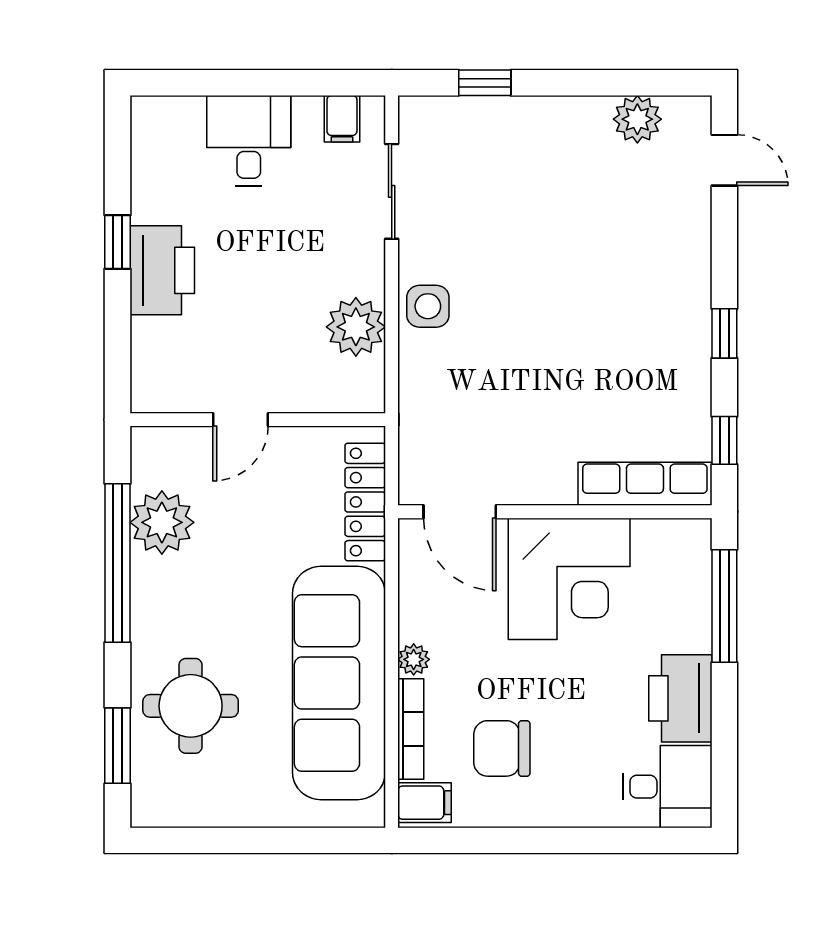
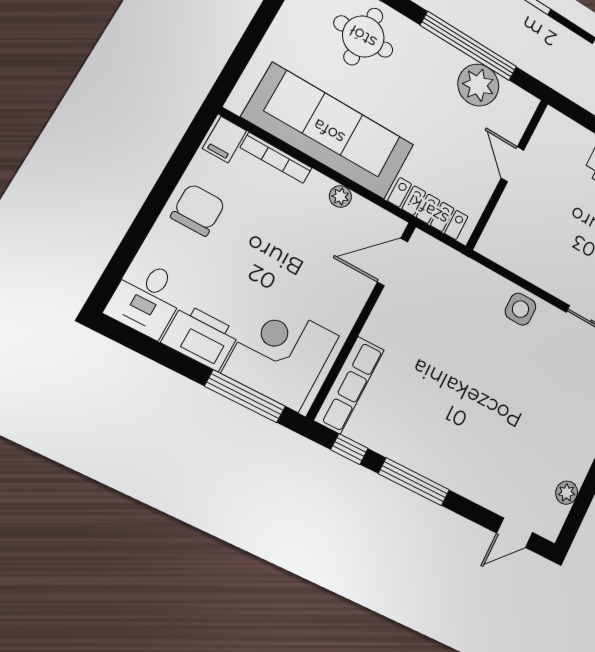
plant: (637, 119) -> (567, 493), width x0.73, depth x0.73
plant: (356, 327) -> (530, 261), removed
window: (724, 333) -> (414, 482), width x2.17
corner desk: (569, 579) -> (281, 354), moved, turned 90
plant: (414, 659) -> (340, 196), moved
chair: (502, 748) -> (198, 210), moved

